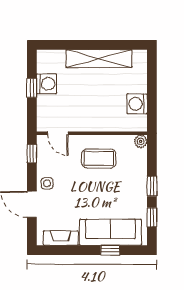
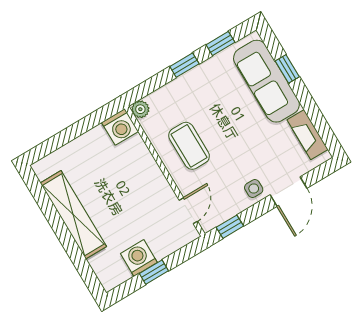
washing machine: (137, 104) -> (120, 127), moved

